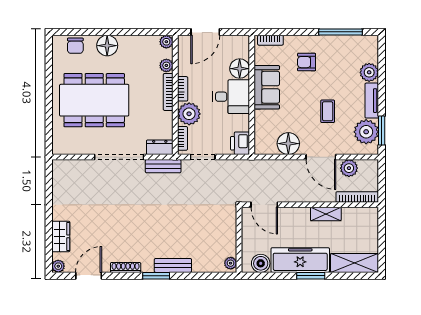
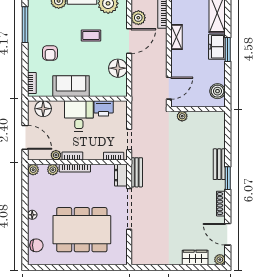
floor lamp: (107, 46) -> (32, 215), width x0.53, depth x0.53
floor lamp: (240, 69) -> (43, 109), moved
dining table: (94, 100) -> (82, 230), turned 90
plant: (189, 114) -> (56, 155), moved, width x0.53, depth x0.53
printer: (240, 143) -> (104, 108), moved
freezer: (300, 260) -> (217, 47), width x0.52, depth x0.79
plant: (231, 263) -> (182, 116), moved

